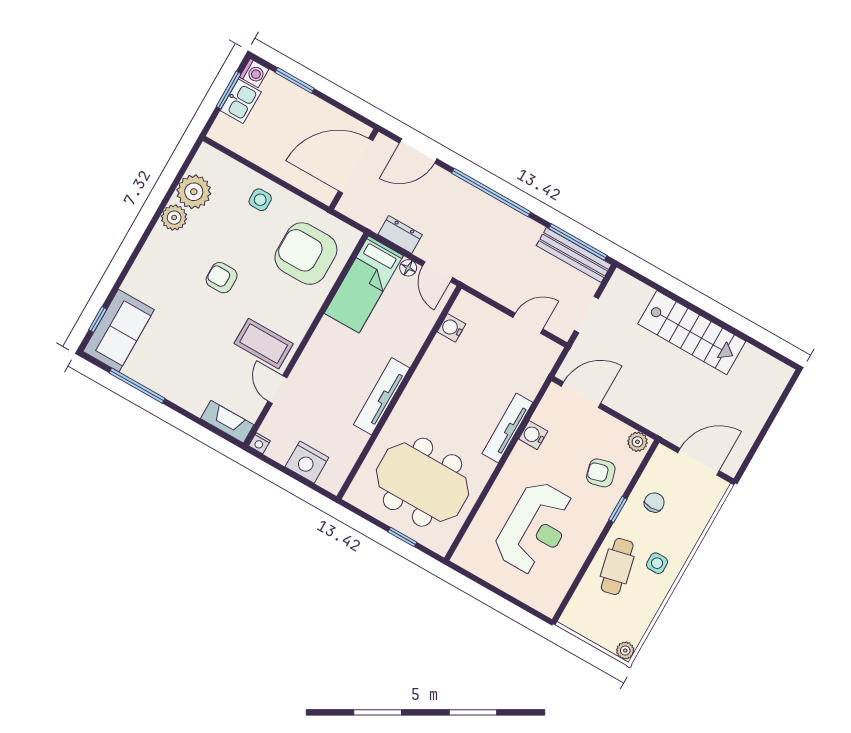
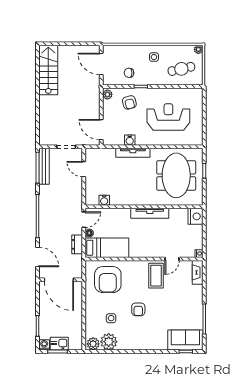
side table: (260, 200) -> (111, 318), moved
plant: (174, 218) -> (93, 344), moved
stairs: (692, 333) -> (48, 70), moved
nightstand: (307, 462) -> (196, 216), moved
cafe table: (617, 566) -> (181, 69), moved

